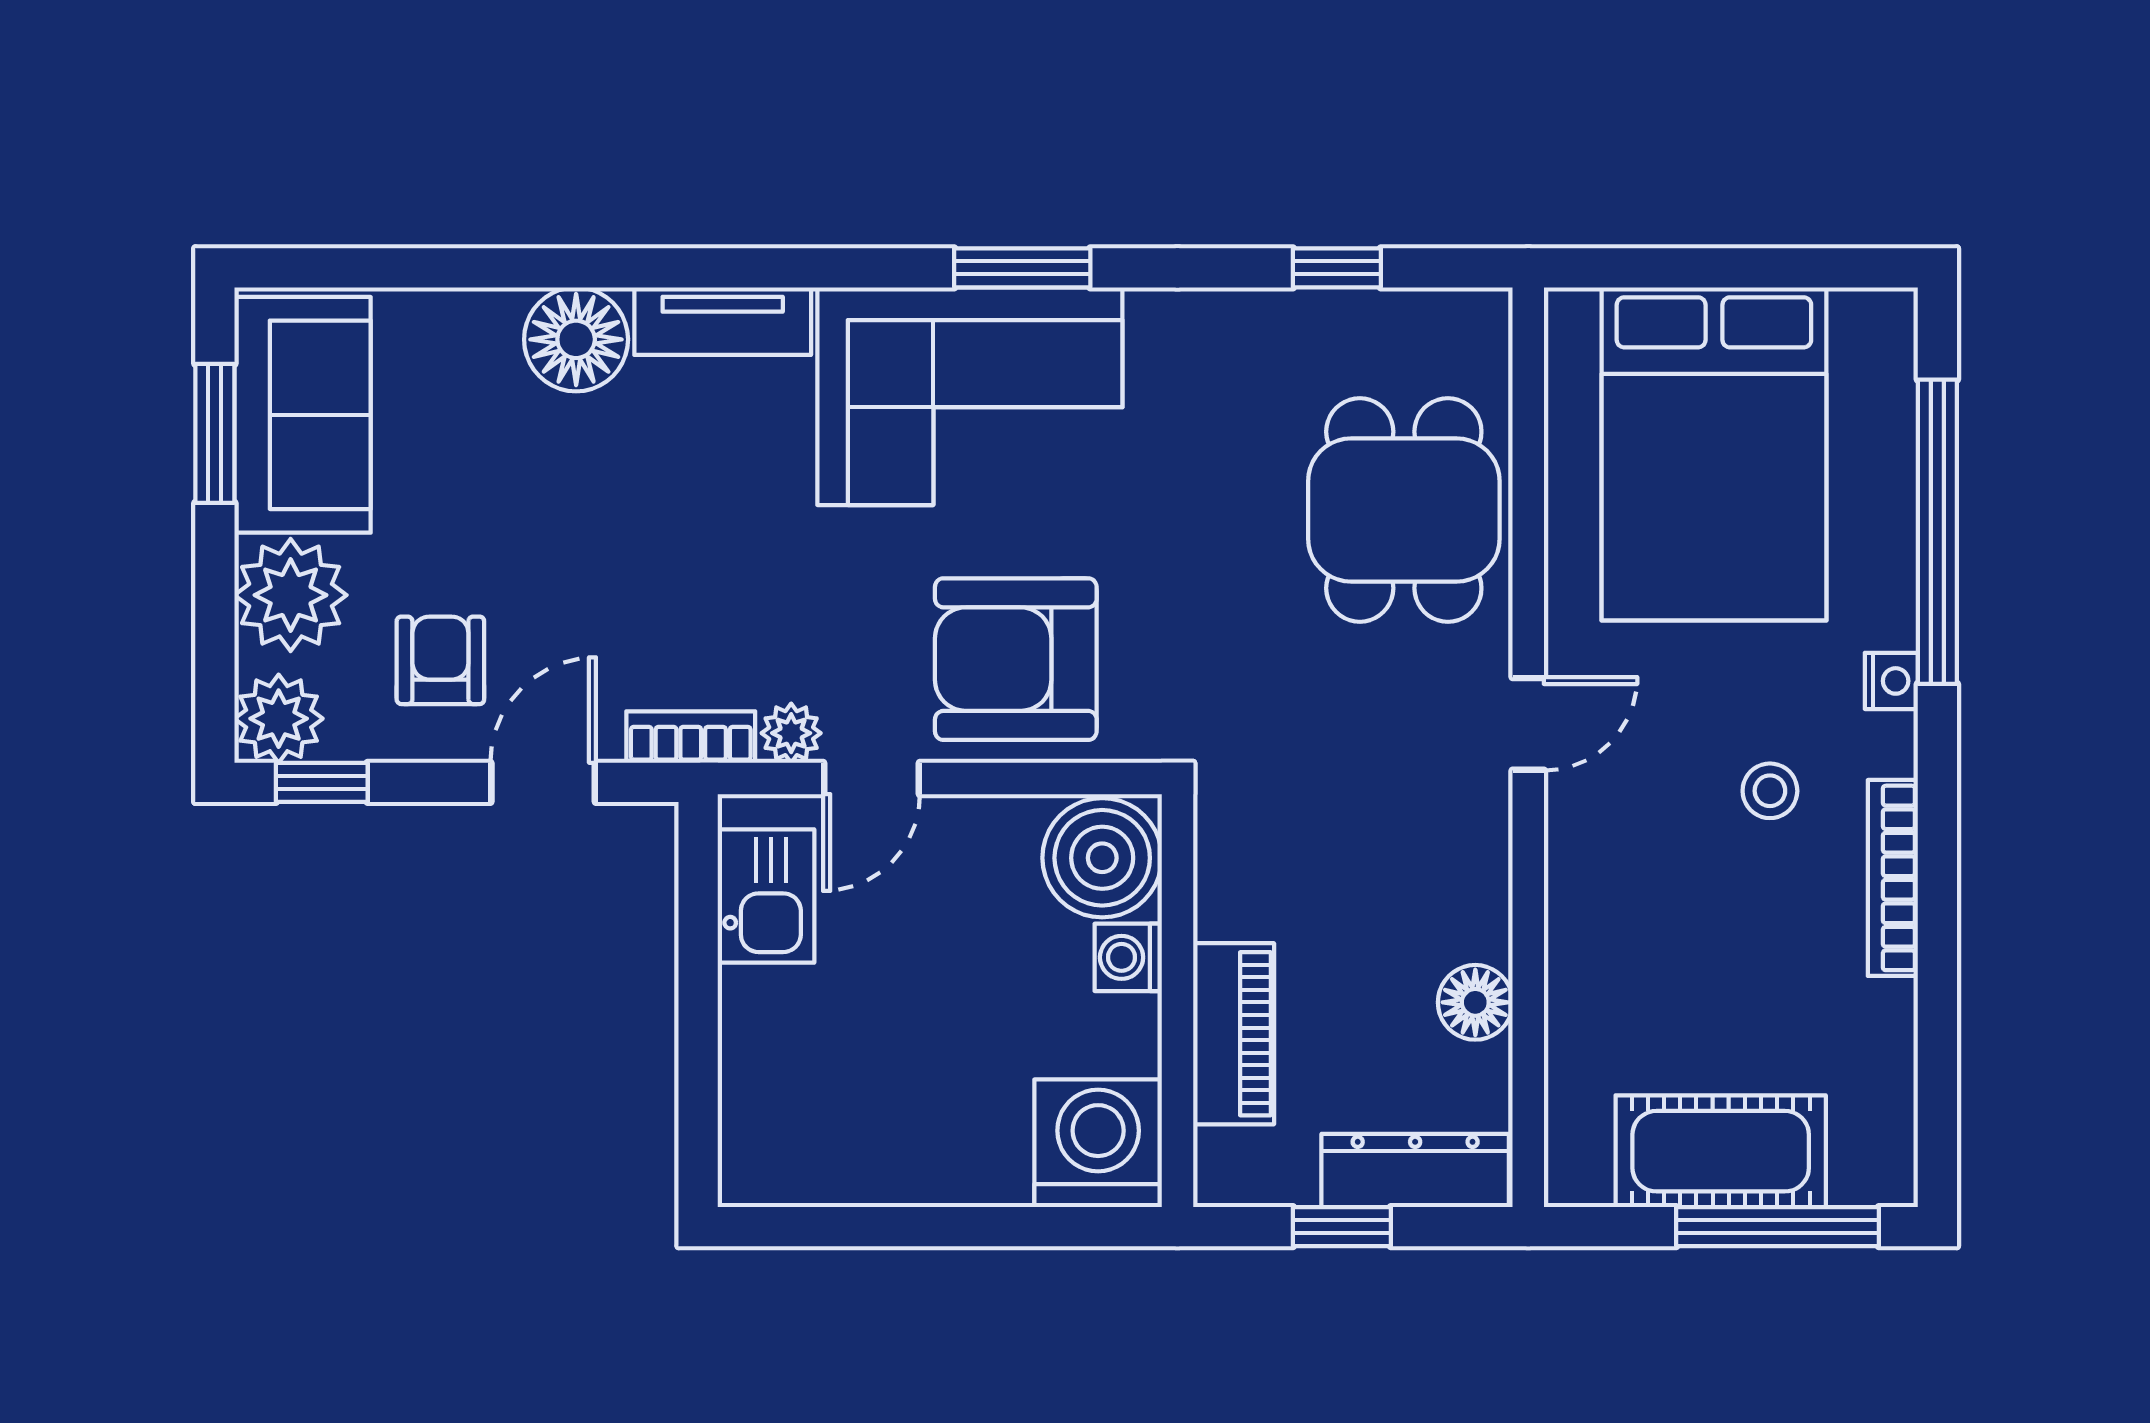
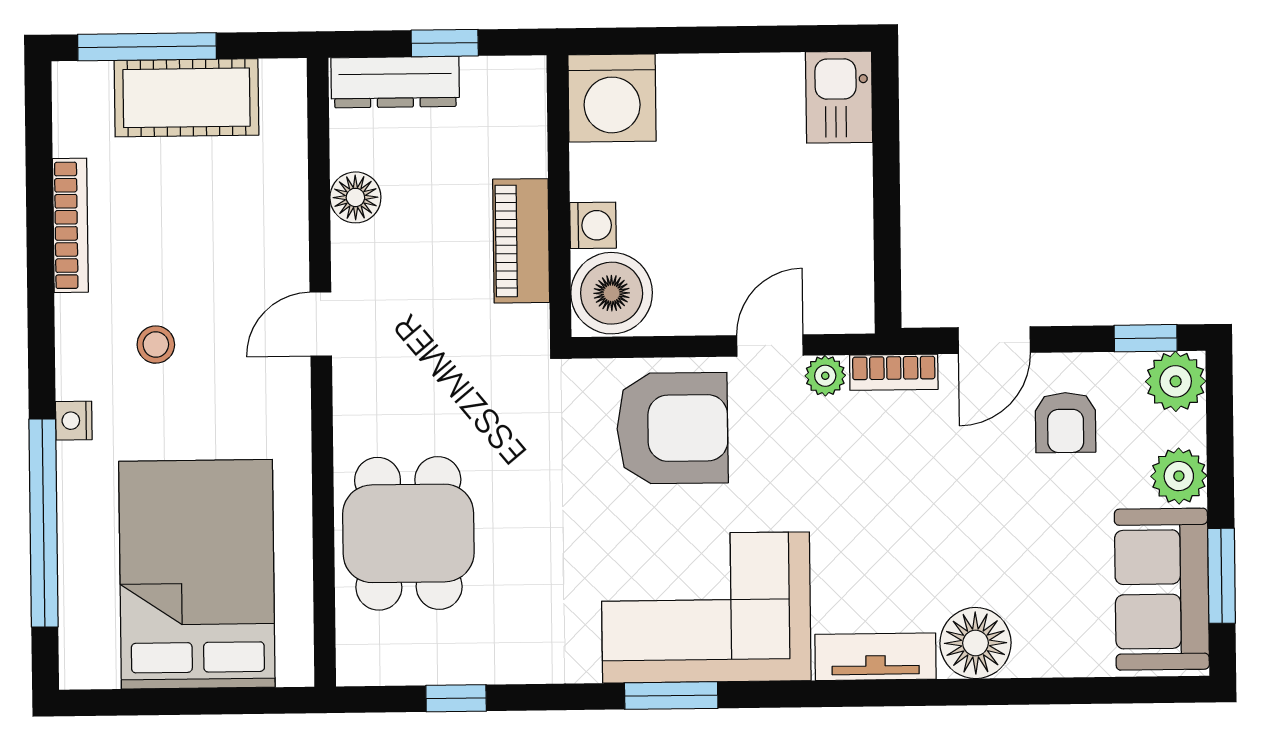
plant: (291, 595) -> (1179, 476), width x0.73, depth x0.73
door: (1528, 724) -> (321, 324), moved
bookcase: (1893, 878) -> (70, 225), moved
kitchen sink: (766, 896) -> (839, 97), moved
piano: (1234, 1034) -> (521, 241), moved

